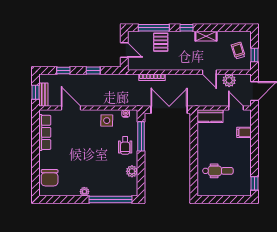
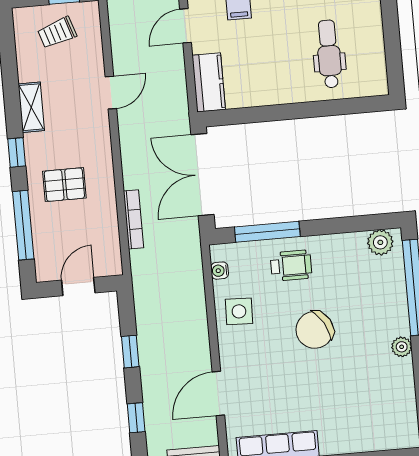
pallet: (161, 42) -> (64, 185), moved
plant: (229, 80) -> (125, 47), removed
plant: (132, 171) -> (380, 242), moved
chair: (50, 178) -> (315, 330), moved, turned 150

